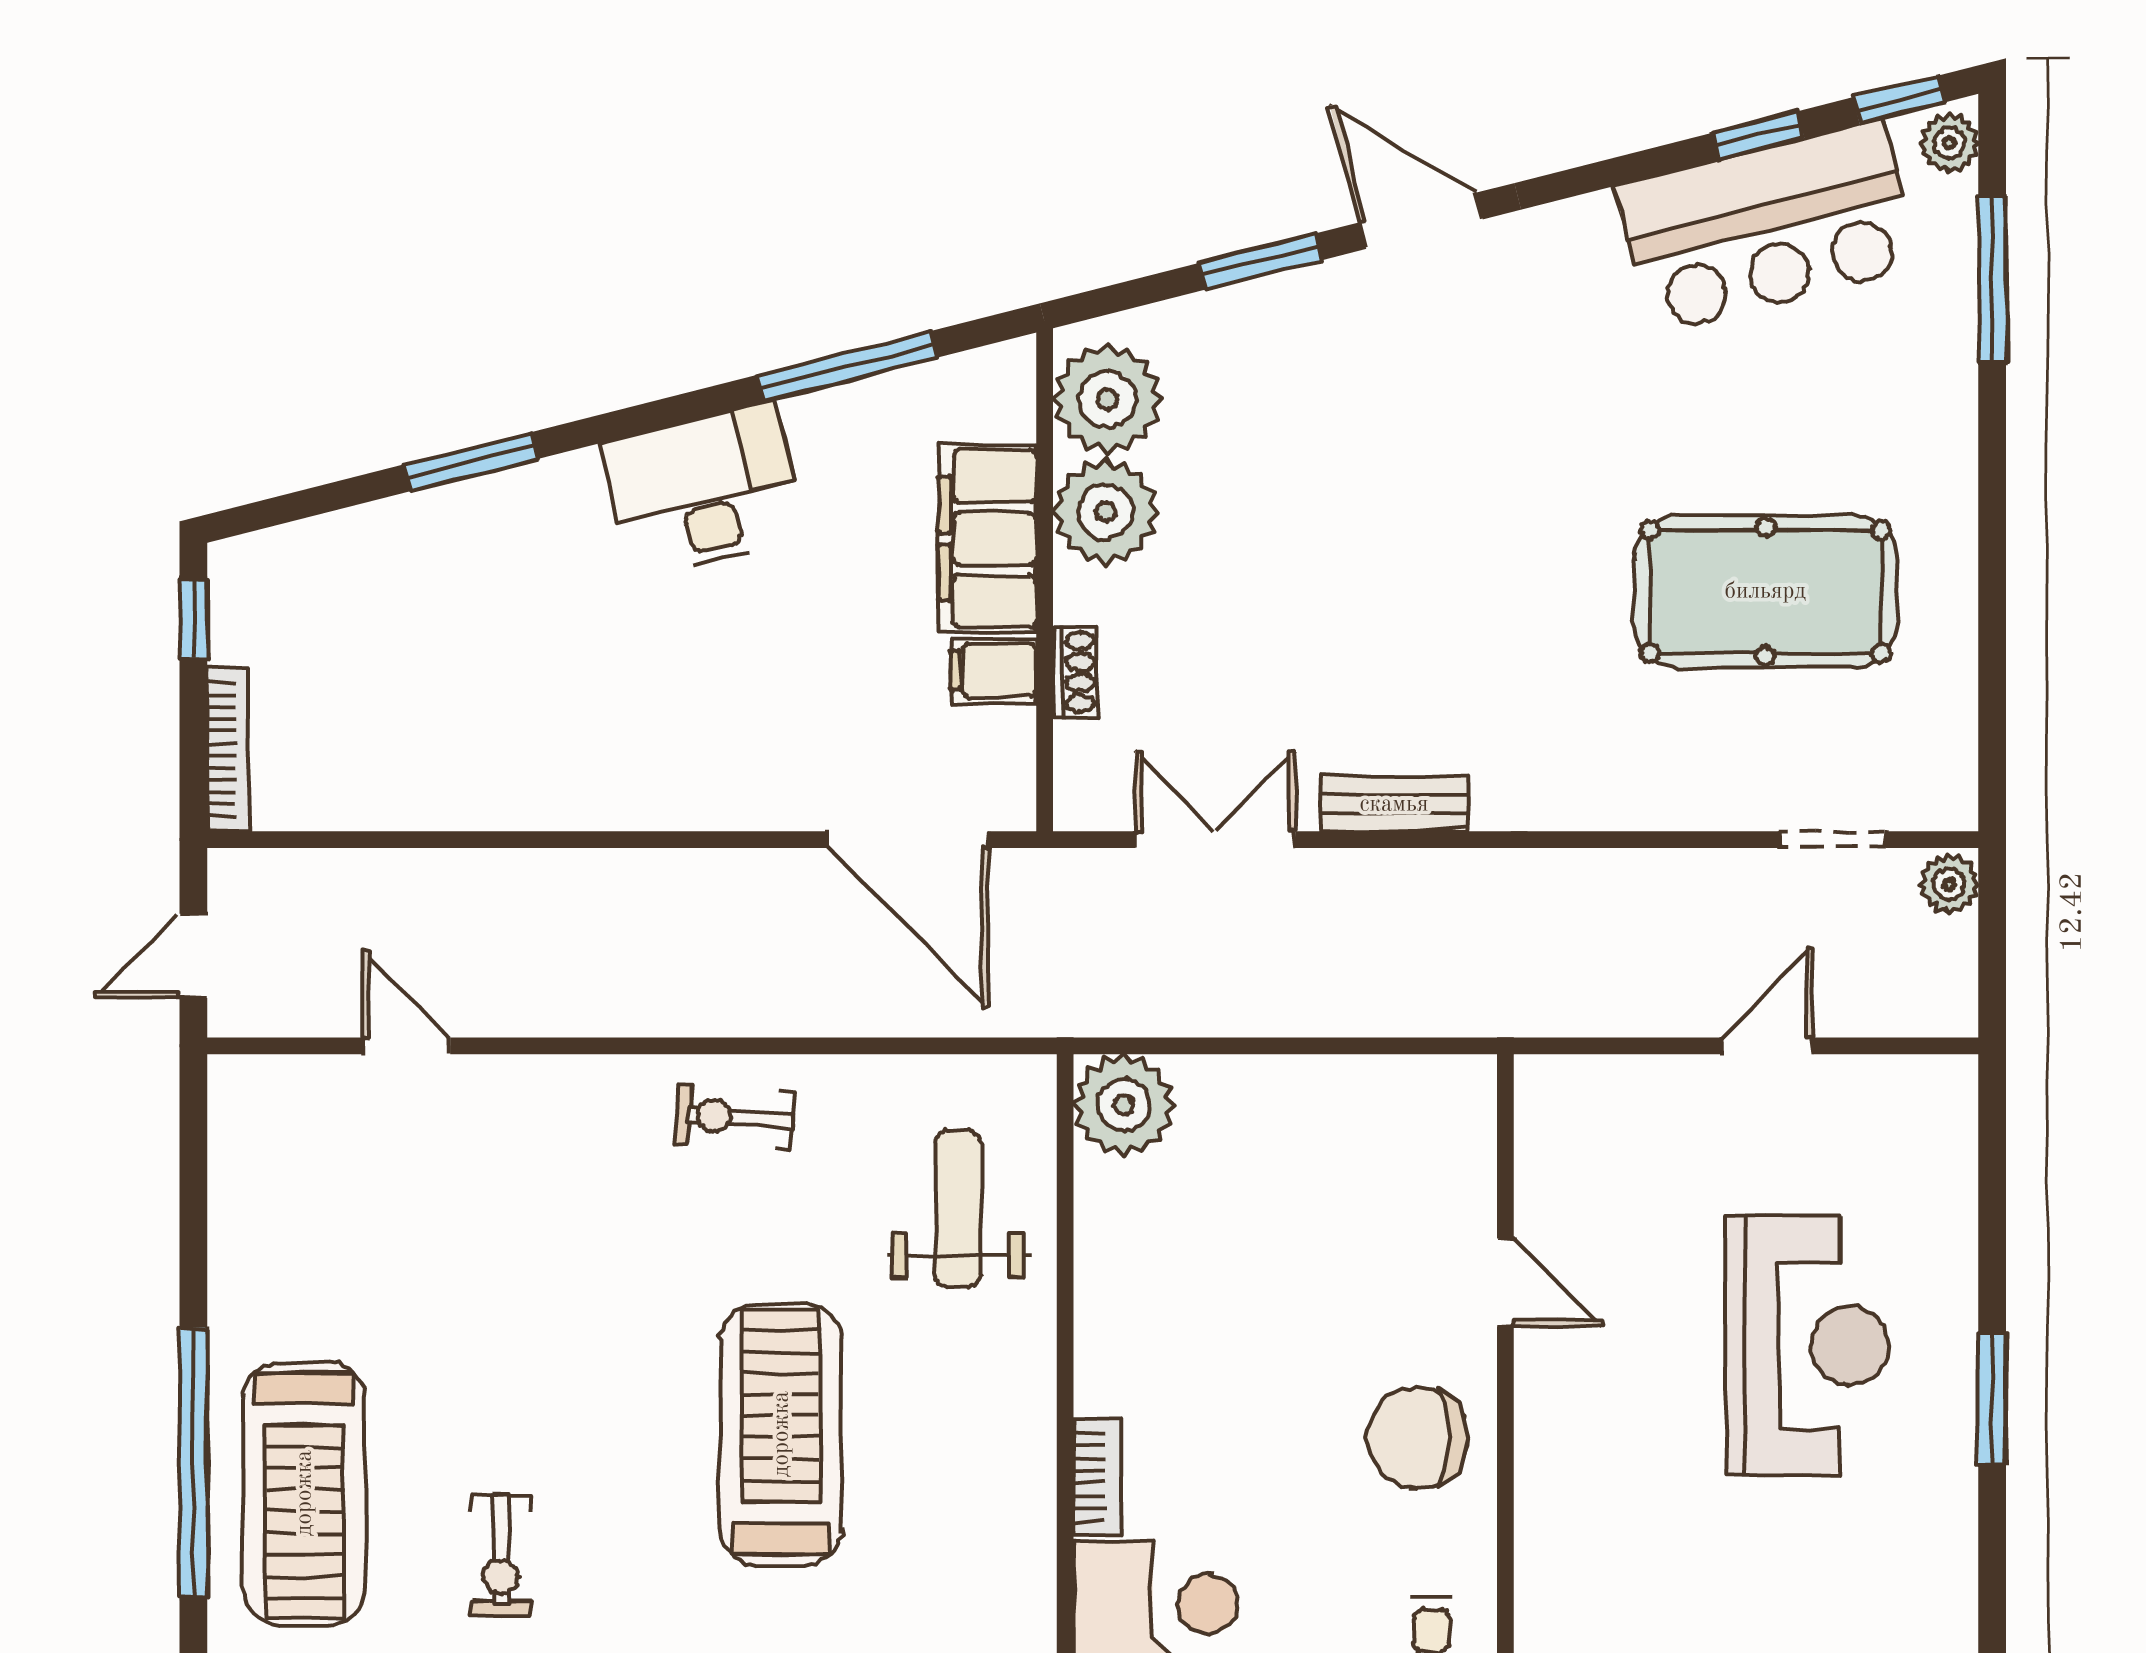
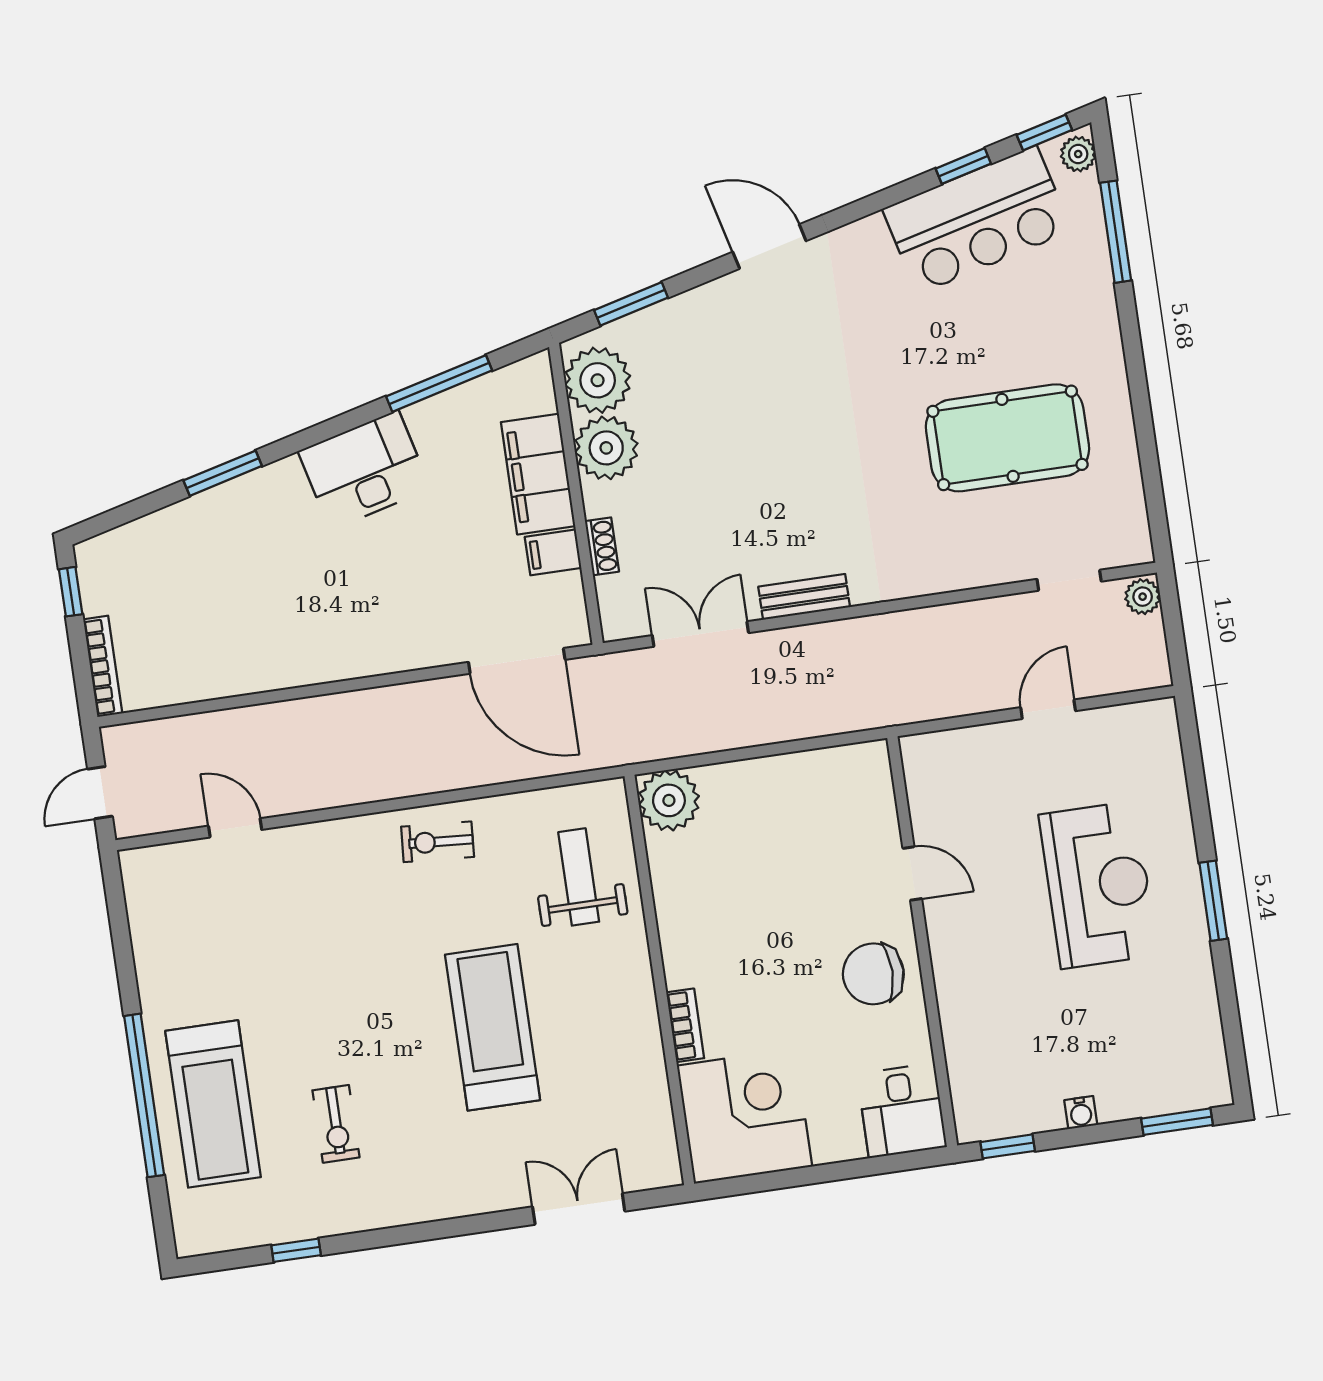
window: (1260, 262) -> (631, 304), moved

